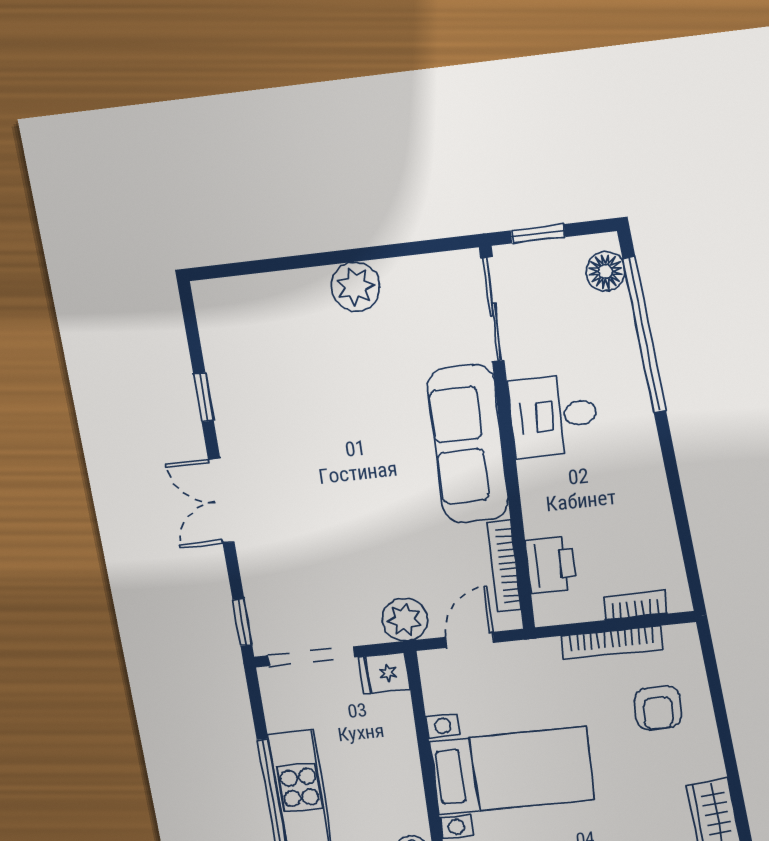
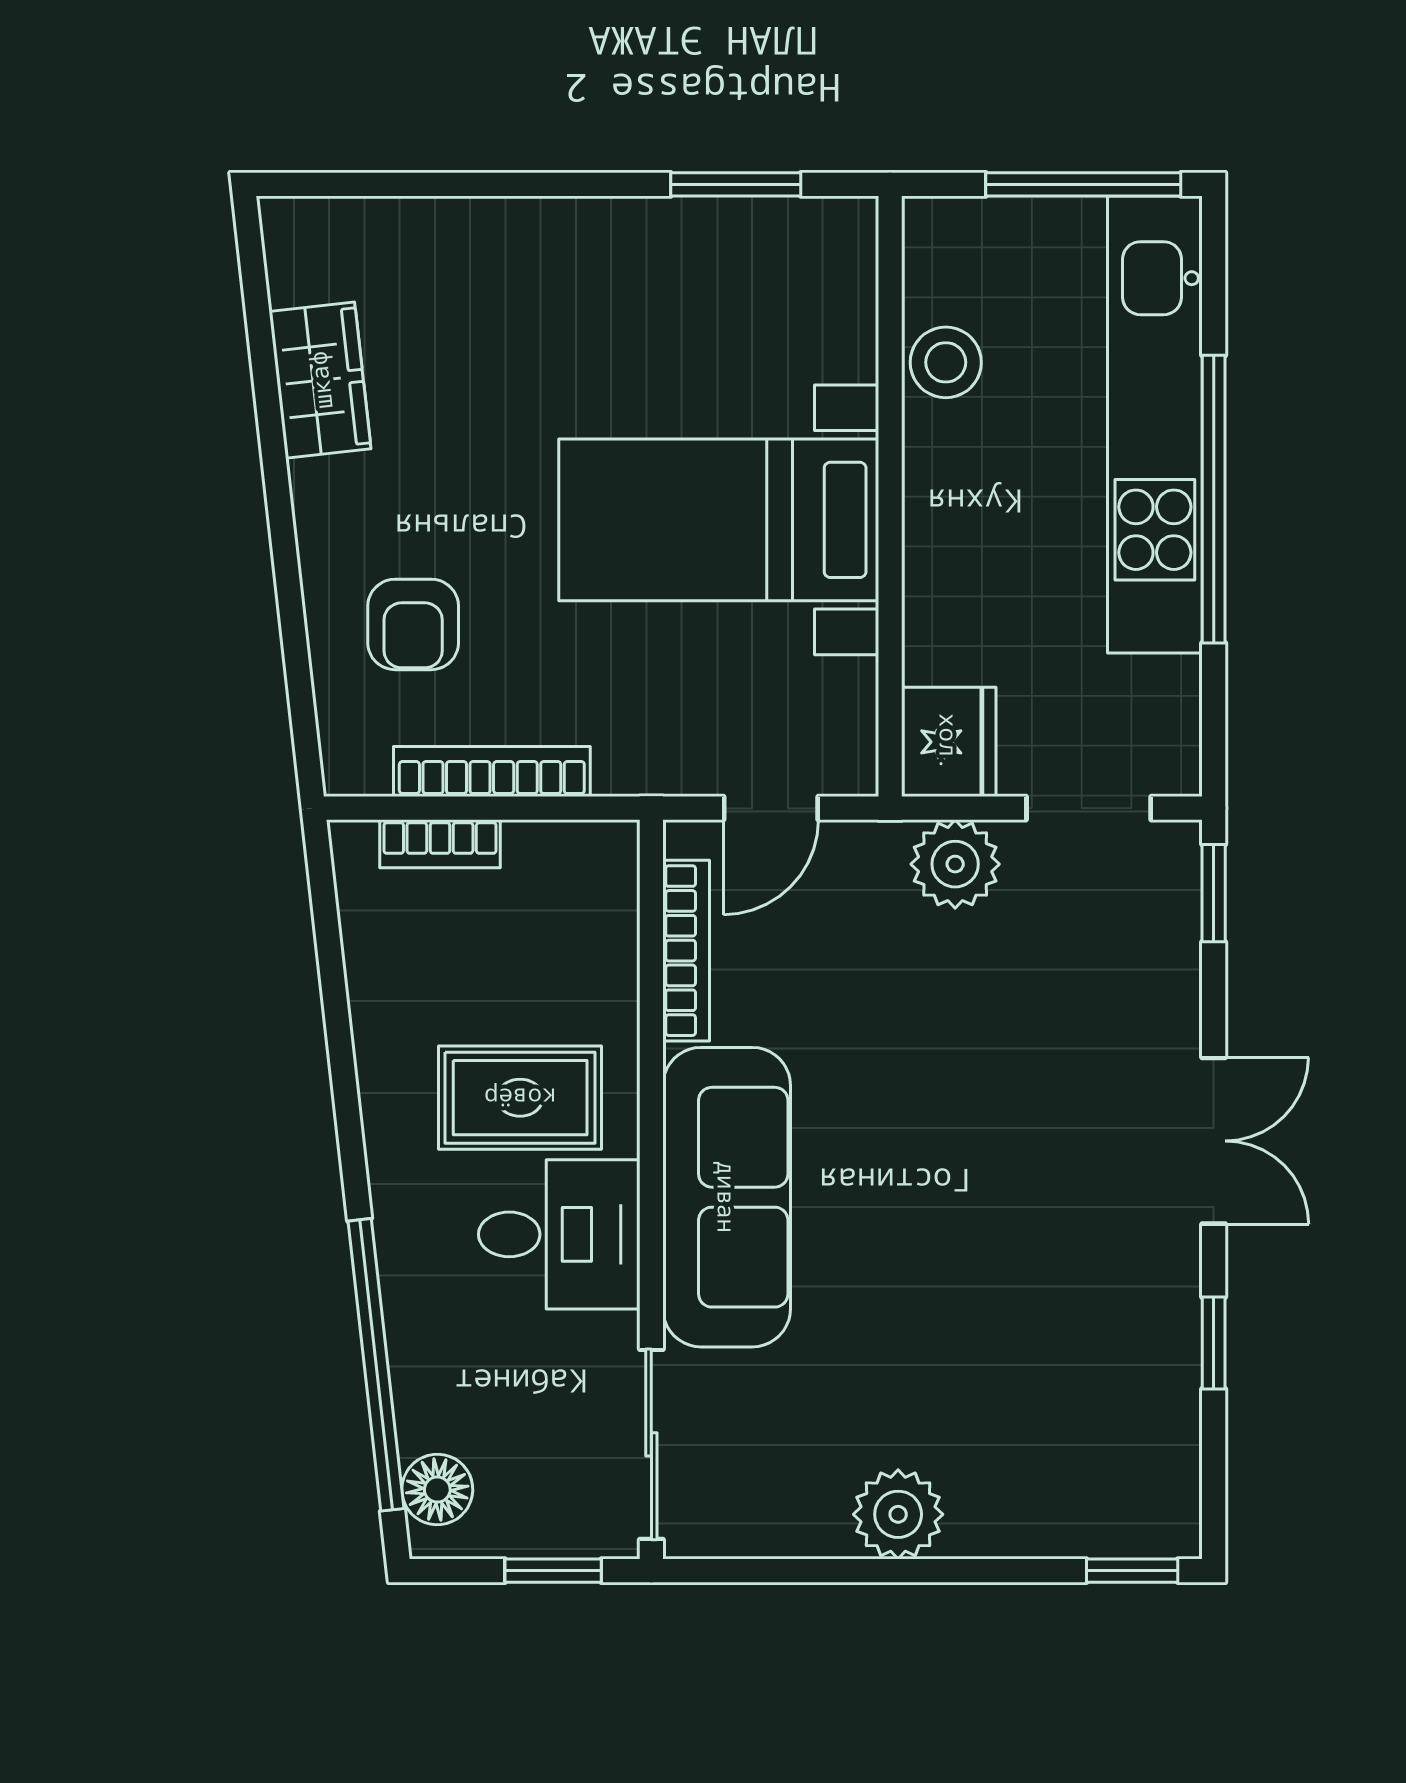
window: (226, 270) -> (1132, 1571), added
rug: (582, 484) -> (520, 1098), added
printer: (551, 565) -> (595, 944), removed
plant: (405, 619) -> (955, 864), moved
doorway: (311, 656) -> (1089, 808), width x0.73
fridge: (384, 673) -> (949, 742), width x1.38
armchair: (658, 708) -> (413, 624), turned 180

